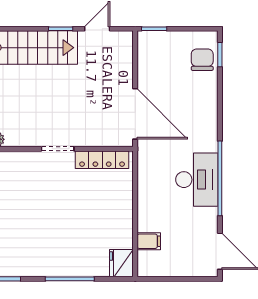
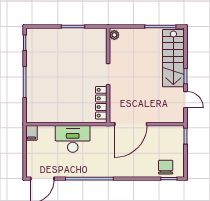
chair: (202, 60) -> (166, 167), turned -90
desk: (197, 180) -> (73, 139), moved, turned 180
filing cabinet: (149, 241) -> (32, 133), moved
fridge: (121, 263) -> (35, 115), removed

